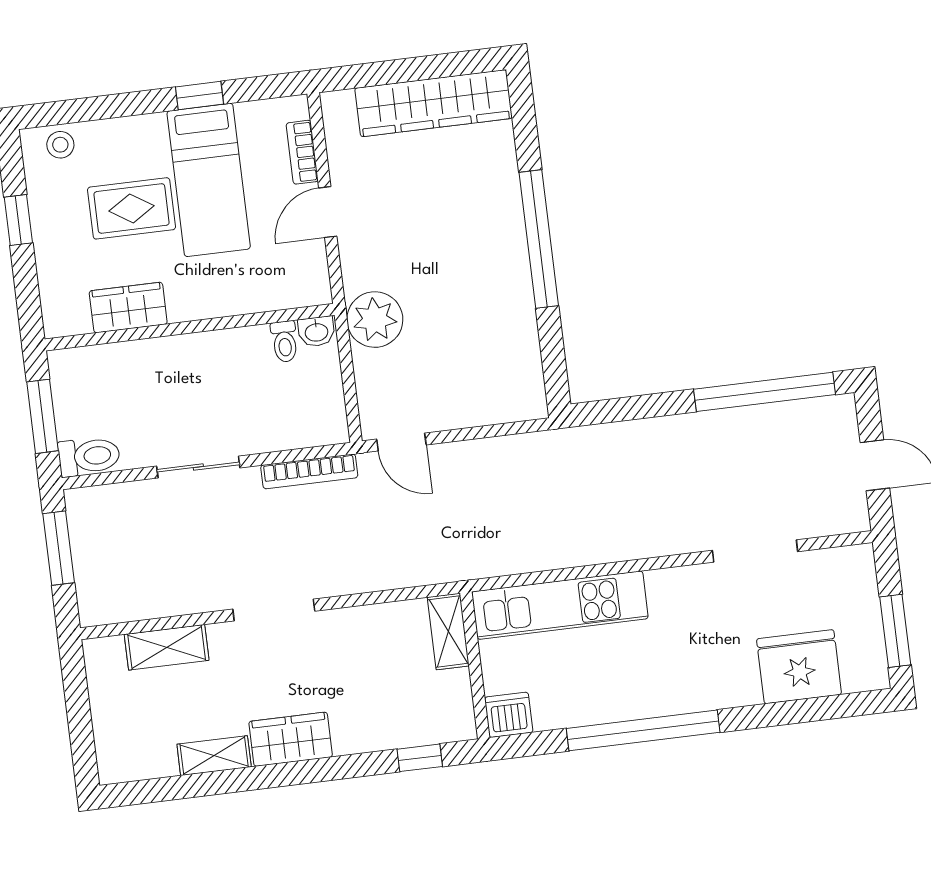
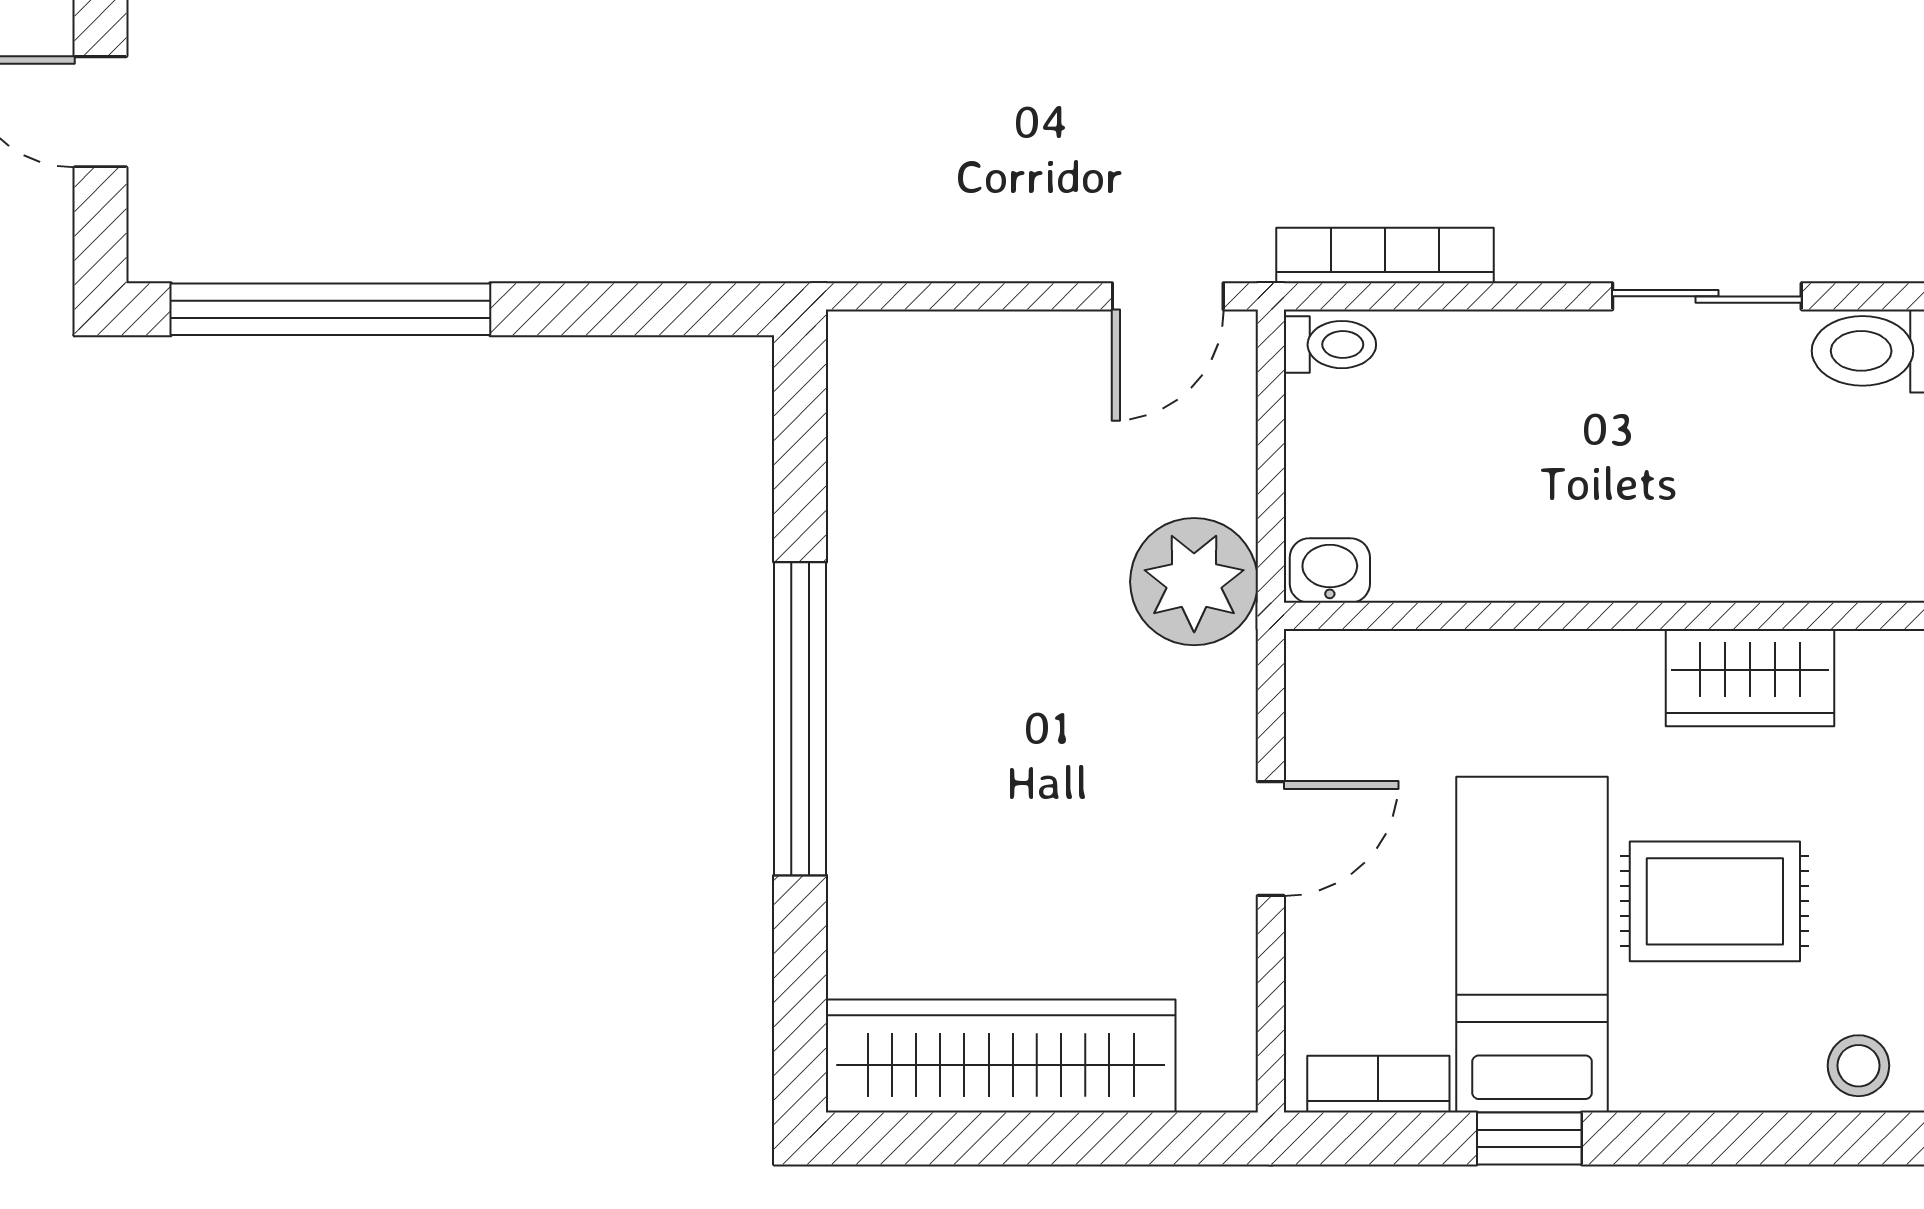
bookcase: (302, 152) -> (1378, 1084), moved, turned -90
toilet: (284, 342) -> (1330, 345), moved, turned 90
door: (401, 442) -> (1168, 296), swing flipped
sliding door: (198, 467) -> (1707, 296), moved

